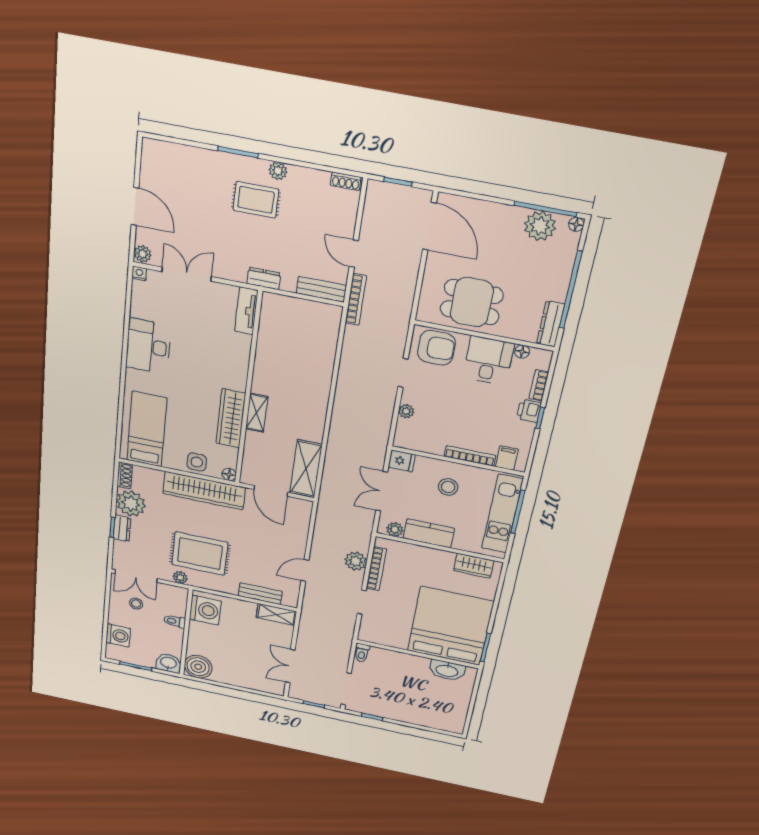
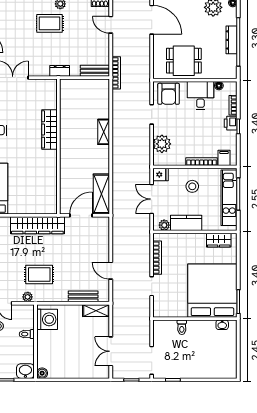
door: (354, 254) -> (111, 25), moved
tv unit: (246, 311) -> (51, 94), removed
dresser: (551, 324) -> (232, 40), moved
armchair: (436, 348) -> (169, 94), turned 90
plant: (406, 411) -> (162, 144), width x1.87, depth x1.87
shelving: (257, 413) -> (104, 132), moved
wardrobe: (231, 418) -> (50, 129), moved
side table: (197, 462) -> (31, 205), removed
floor lamp: (229, 474) -> (53, 209), removed
door: (271, 491) -> (81, 215), swing flipped
rug: (200, 554) -> (39, 275), width x0.73, depth x0.70
plant: (356, 561) -> (143, 255), removed
door: (305, 570) -> (111, 271), hinge flipped
toilet: (362, 653) -> (182, 327), moved
boiler: (198, 667) -> (42, 373), width x0.54, depth x0.54
washbasin: (447, 670) -> (222, 325), width x0.52, depth x0.69

